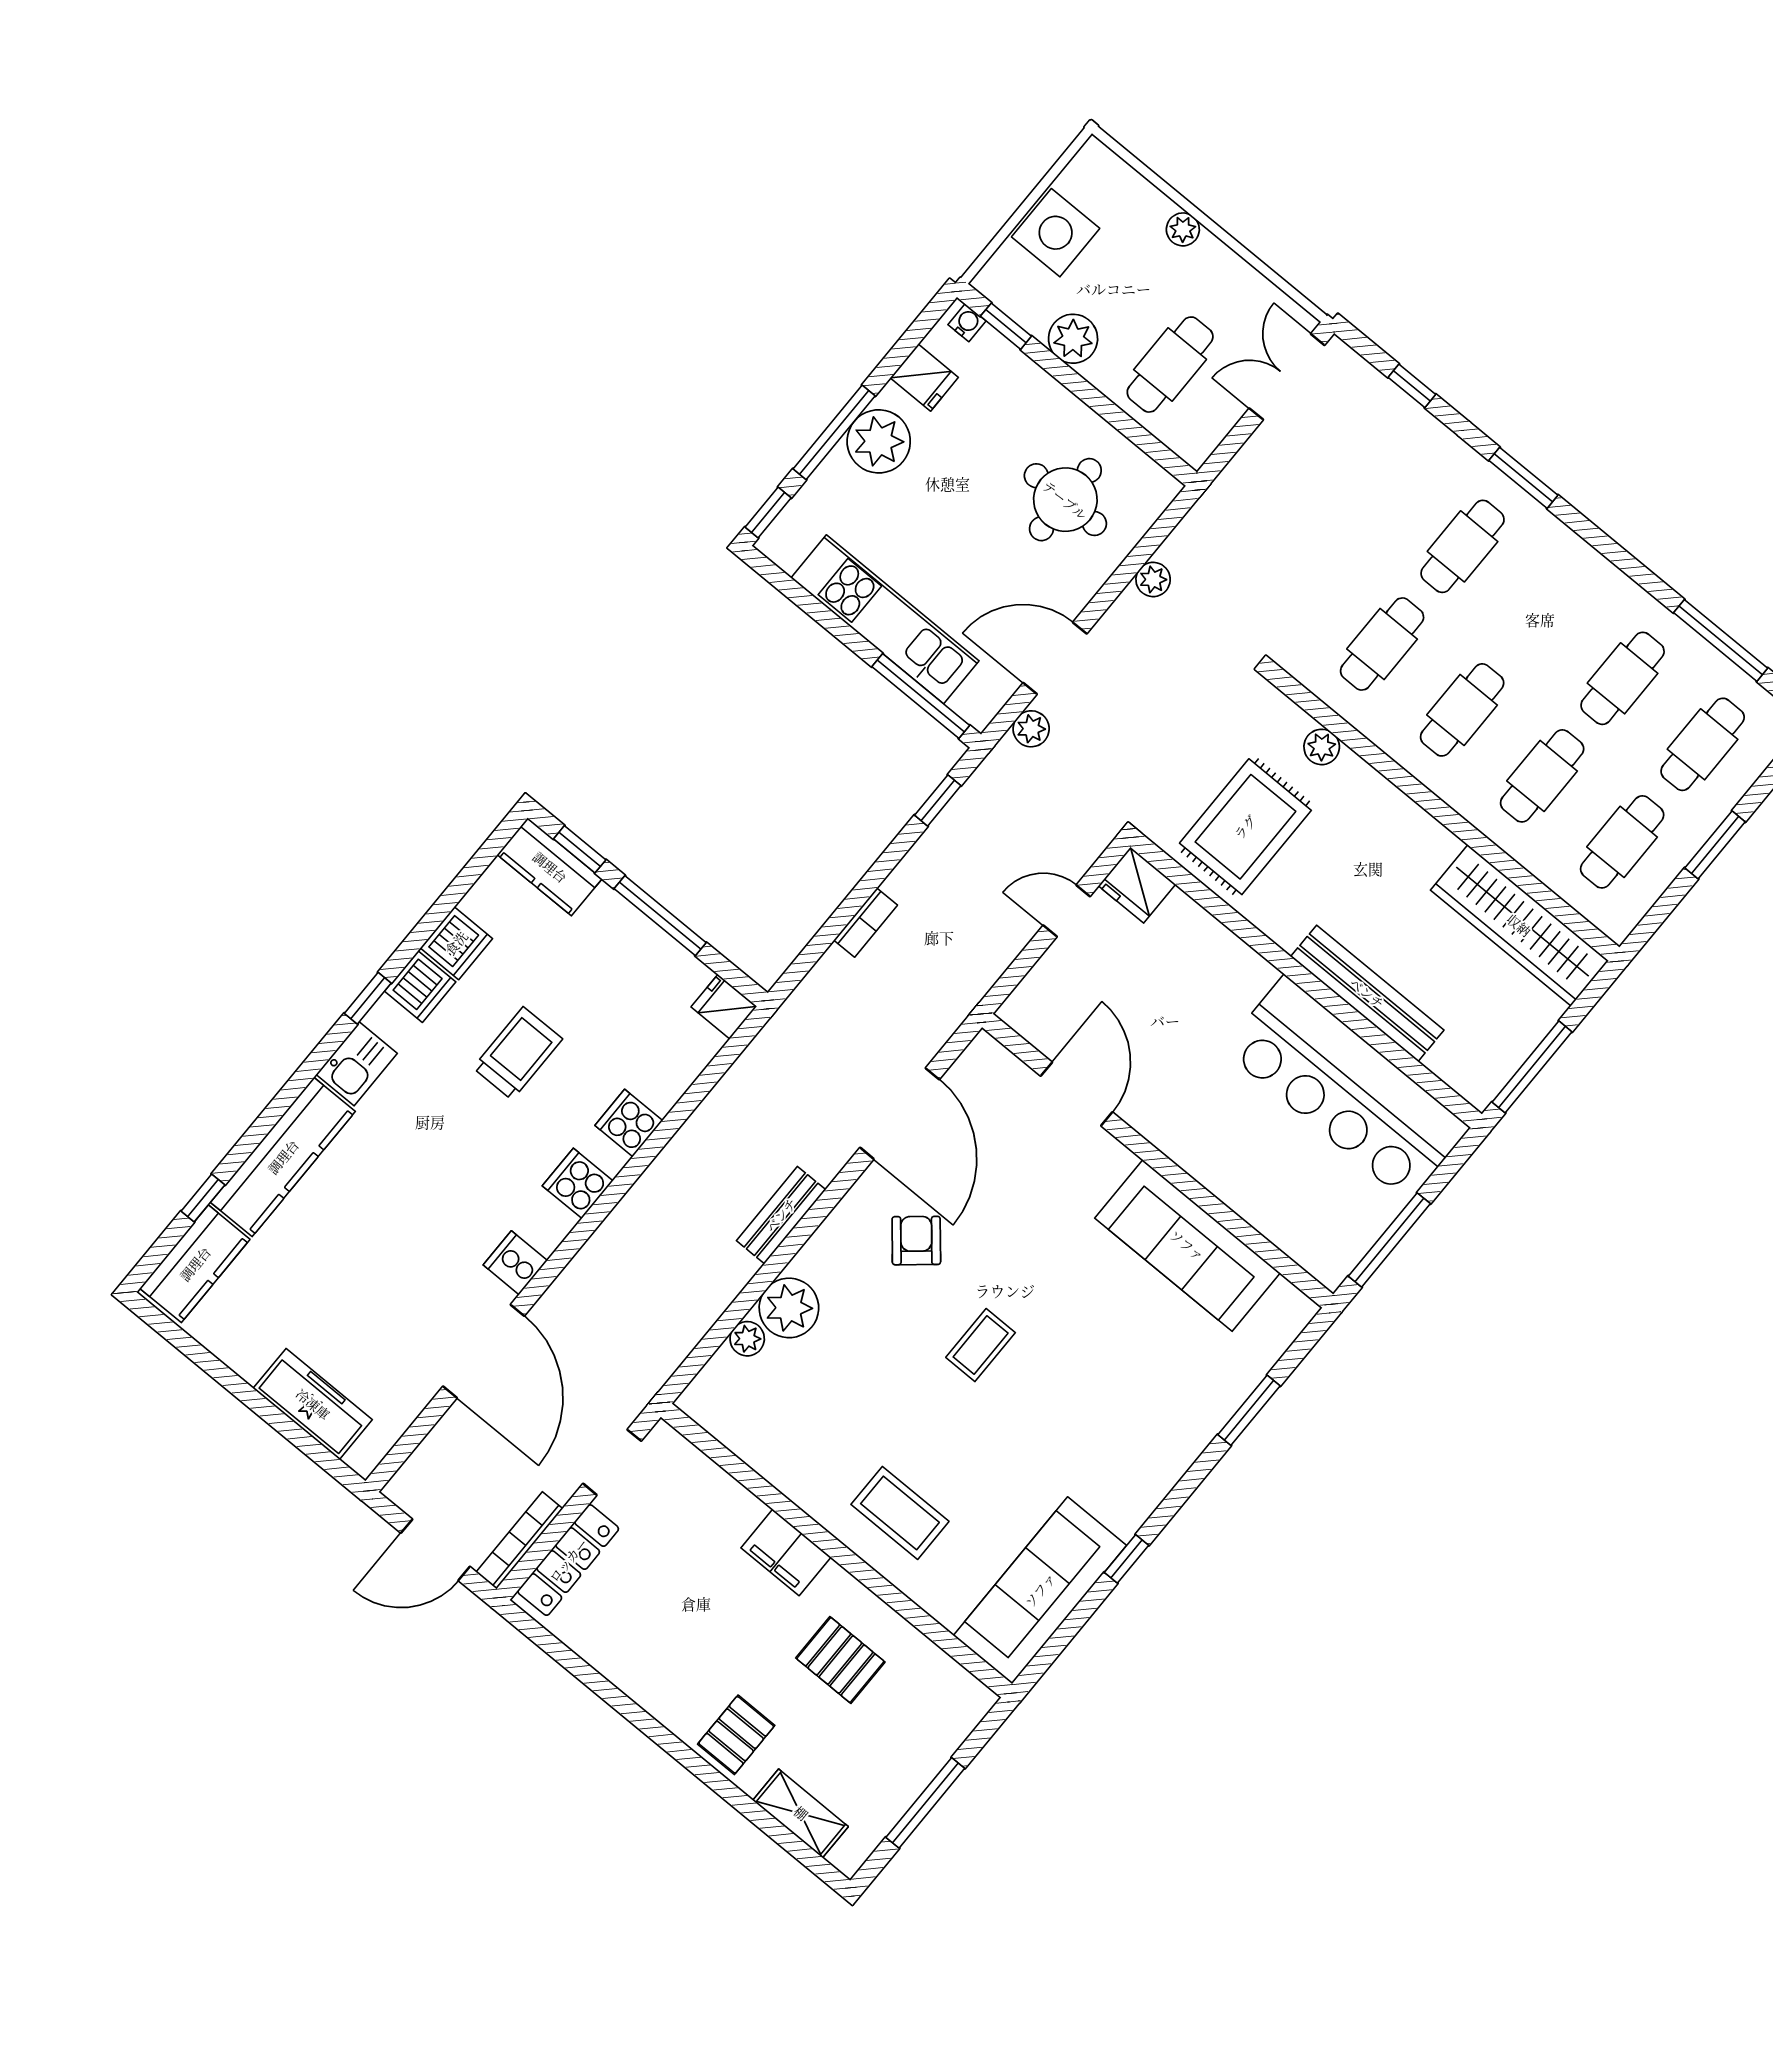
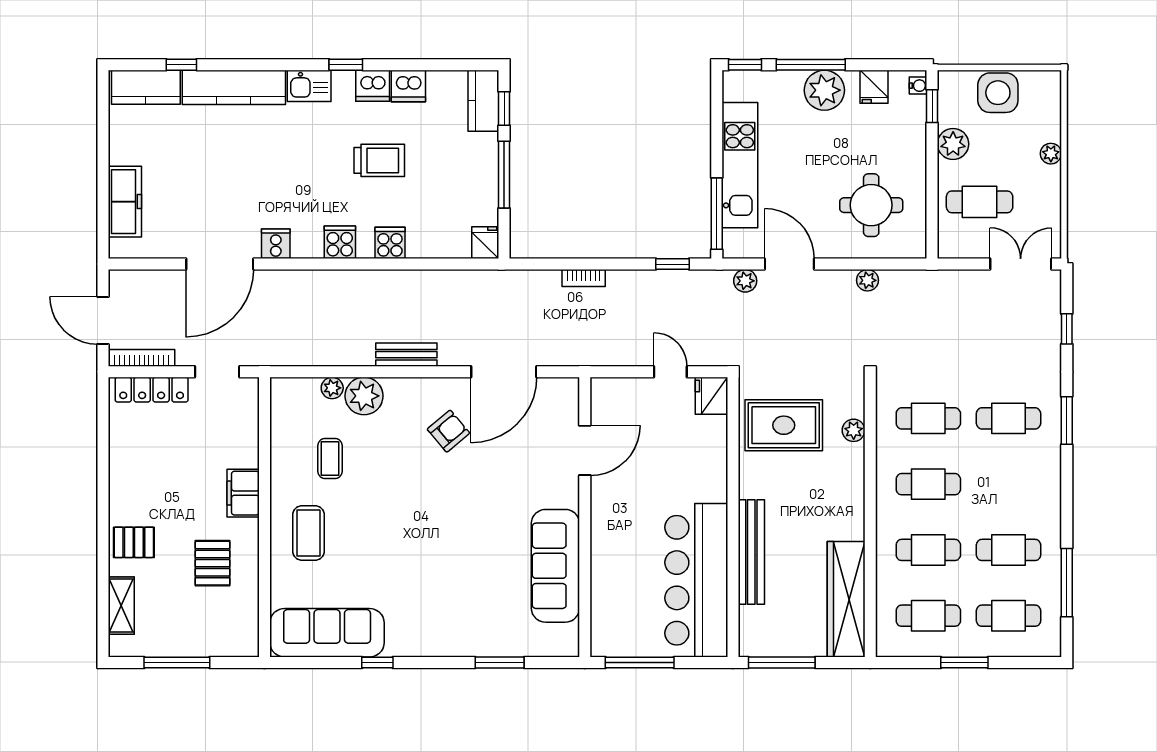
coffee table: (981, 1345) -> (330, 459), moved, turned 90

